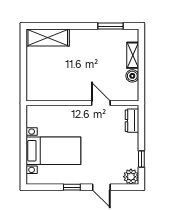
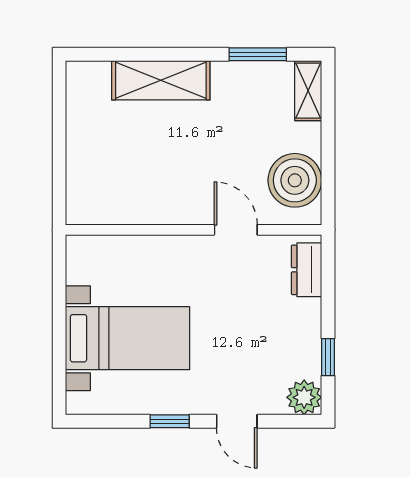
shelving: (48, 37) -> (161, 80), moved
shelving: (133, 55) -> (308, 91), moved
boiler: (132, 76) -> (295, 180), width x1.86, depth x1.86

